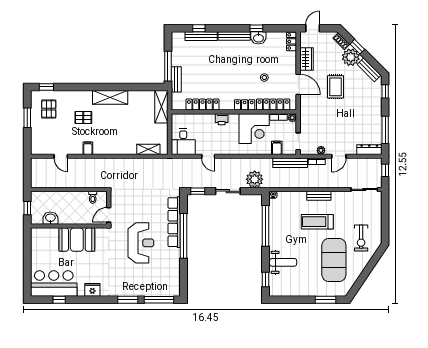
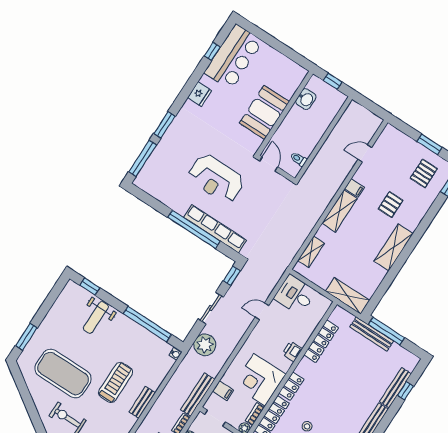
bench: (176, 79) -> (372, 334), width x1.36
pallet: (49, 109) -> (424, 173), turned 90
shelving: (109, 148) -> (340, 211), added

